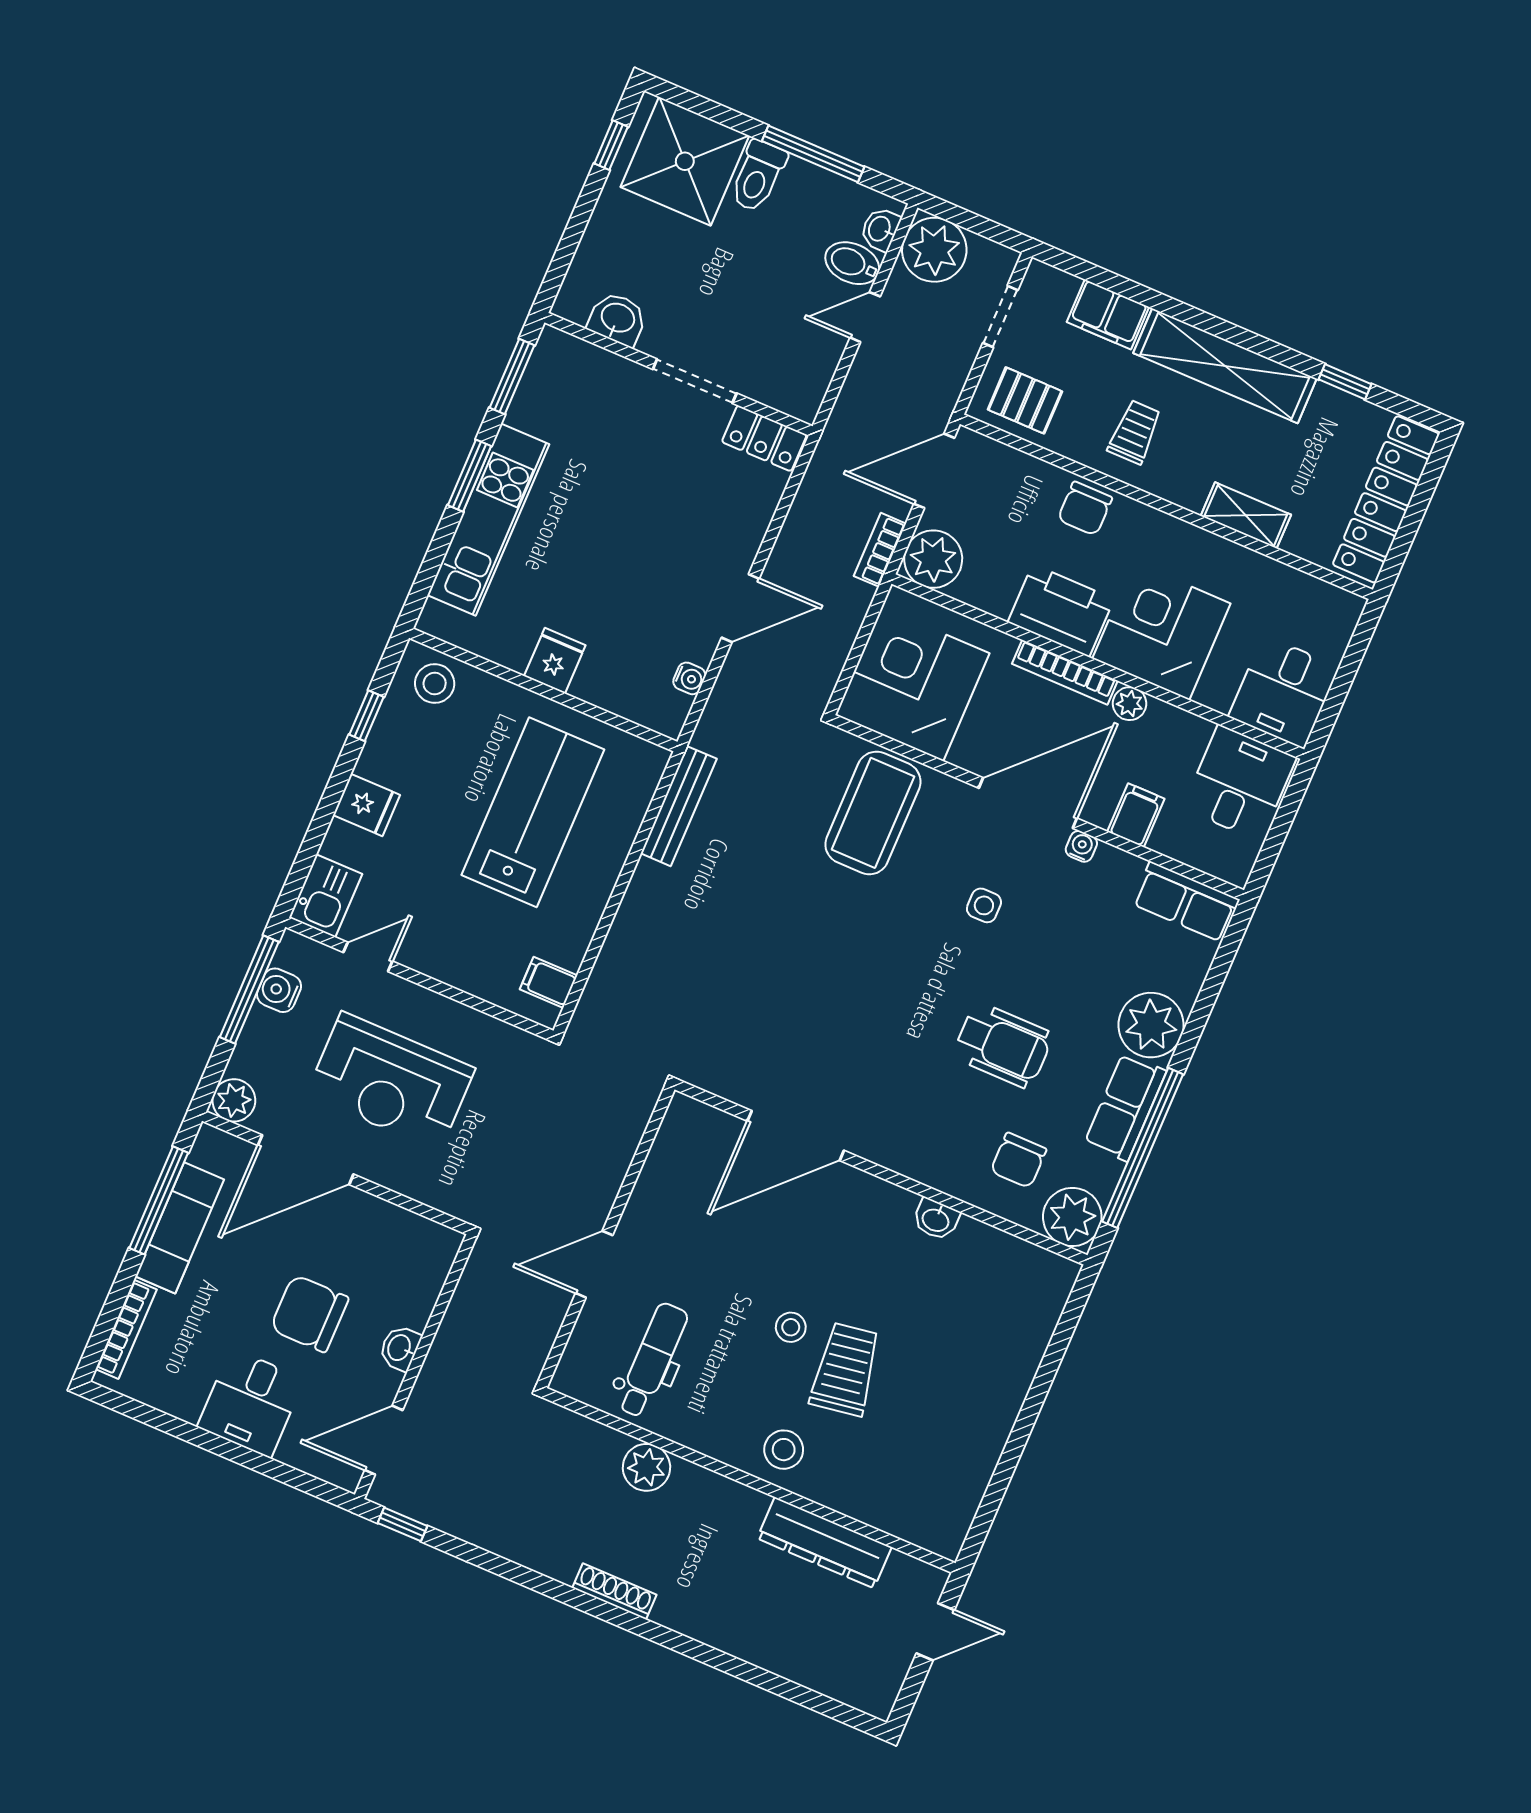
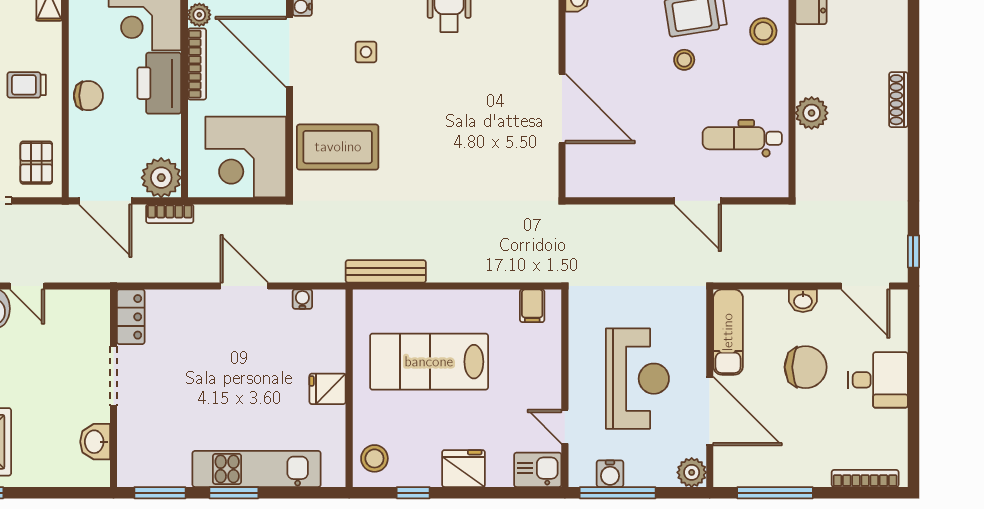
fridge: (367, 805) -> (464, 469), width x1.38
exam couch: (180, 1228) -> (728, 332), moved, turned 90
chair: (309, 1313) -> (806, 367), turned -90

